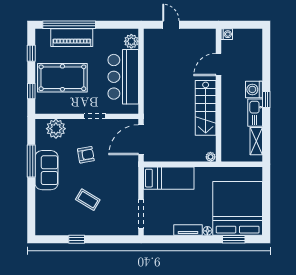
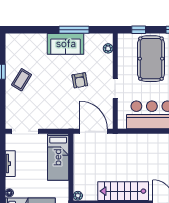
plant: (56, 129) -> (108, 48), width x0.53, depth x0.53
coffee table: (88, 200) -> (22, 80), moved
tv unit: (188, 230) -> (10, 164), moved

